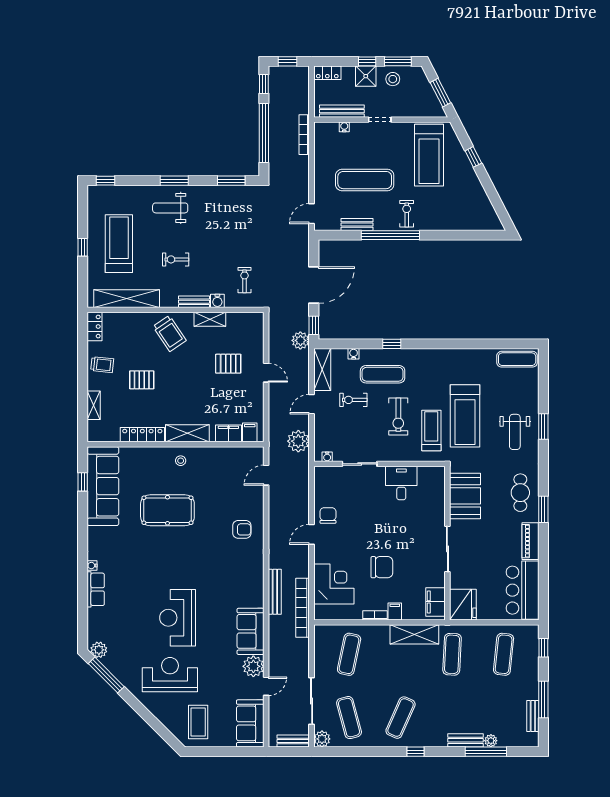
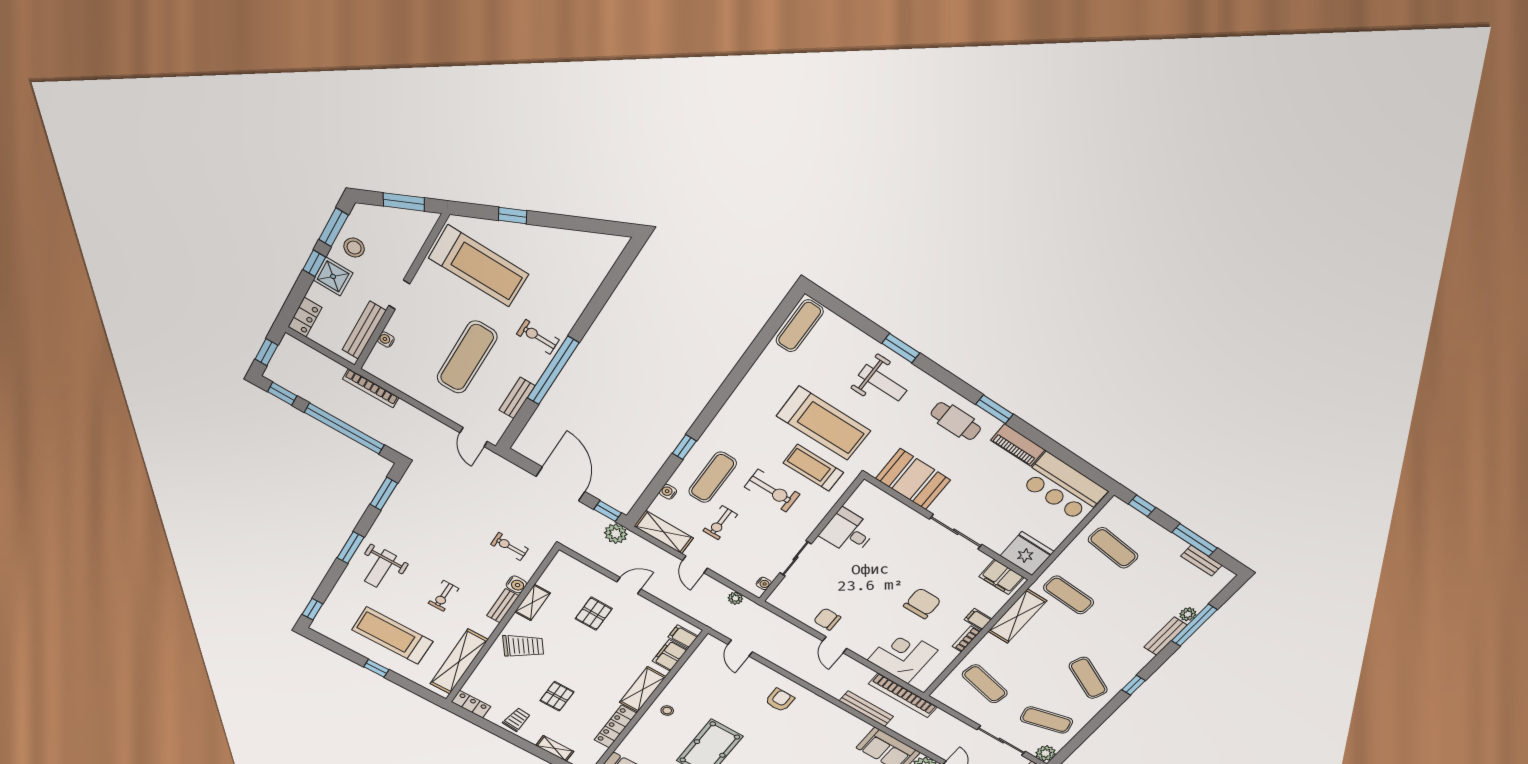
plant: (298, 441) -> (735, 598), width x0.53, depth x0.53

